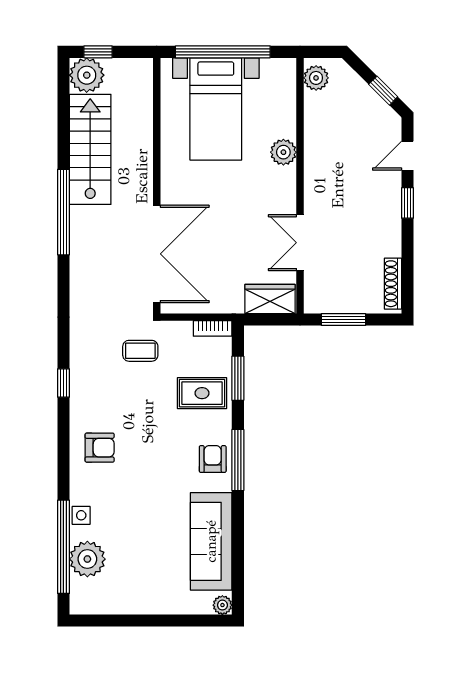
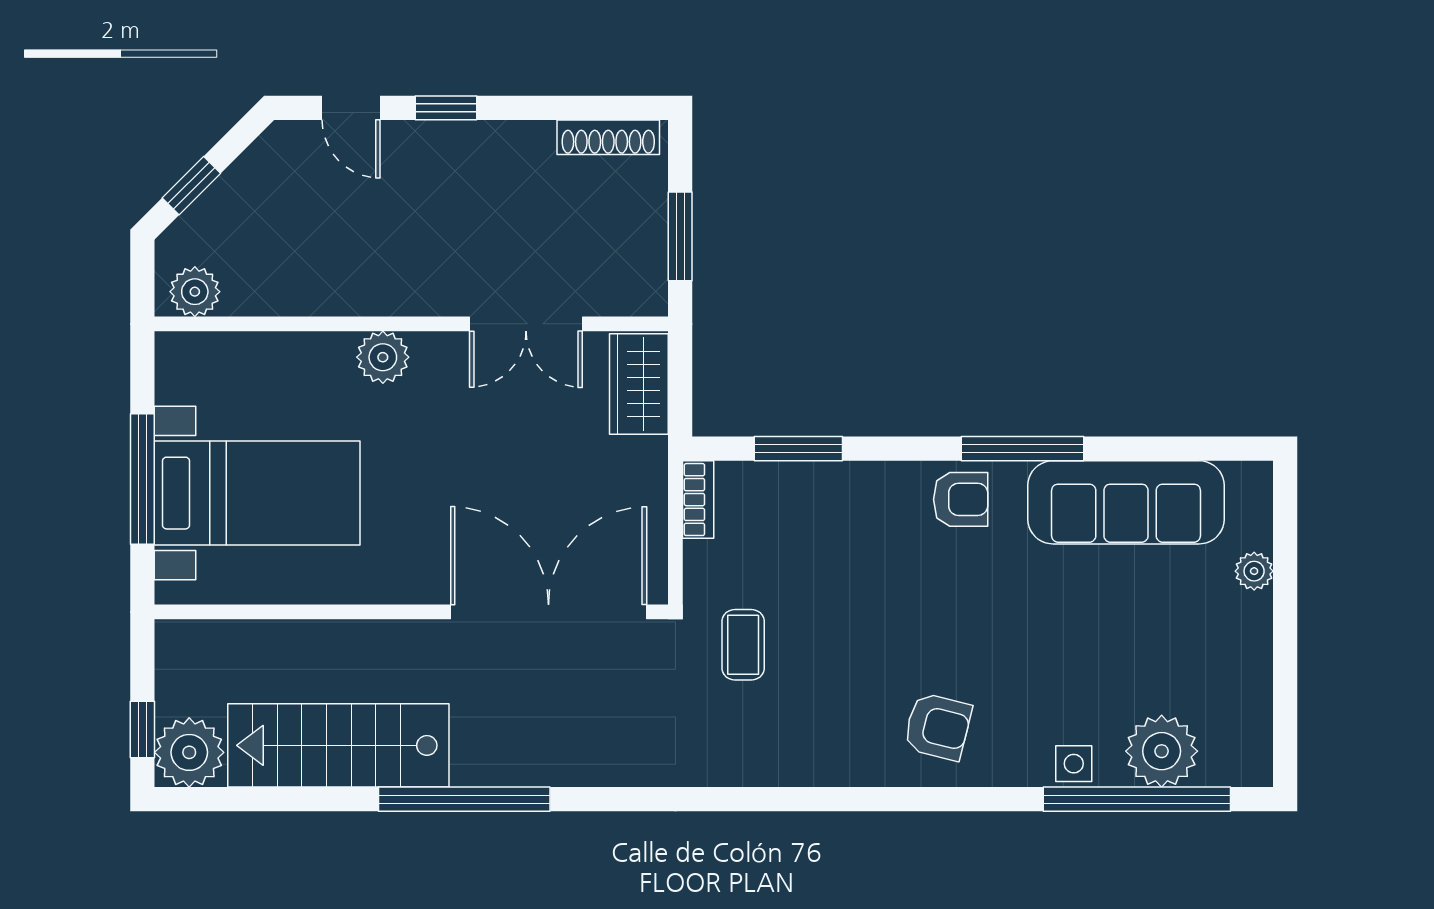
window: (223, 52) -> (142, 479), width x0.68
window: (383, 91) -> (191, 186), moved
plant: (283, 152) -> (383, 357), moved
window: (63, 383) -> (808, 799), removed
rug: (202, 393) -> (828, 521), removed
armchair: (100, 448) -> (938, 727), turned 104
armchair: (213, 459) -> (961, 499), turned 180
window: (238, 460) -> (1023, 449), moved
plant: (222, 605) -> (1254, 571), moved

